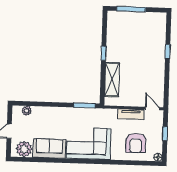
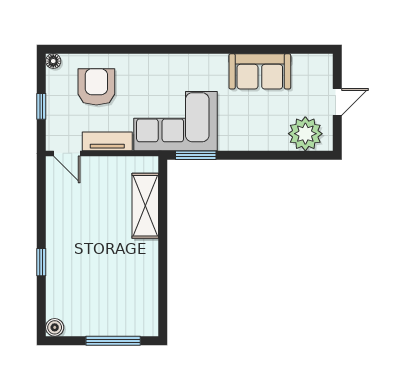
boiler: (162, 17) -> (55, 327), added
window: (104, 53) -> (163, 255), removed
plant: (27, 111) -> (305, 134), width x1.87, depth x1.87
corner sofa: (89, 143) -> (176, 121), moved, turned 180
plant: (24, 149) -> (308, 69), removed

